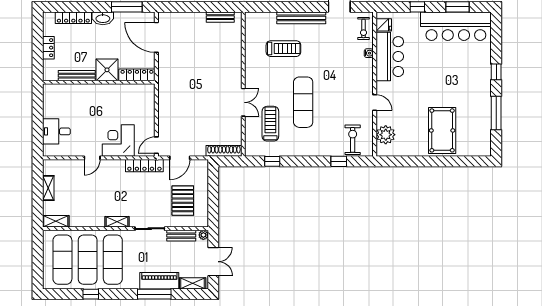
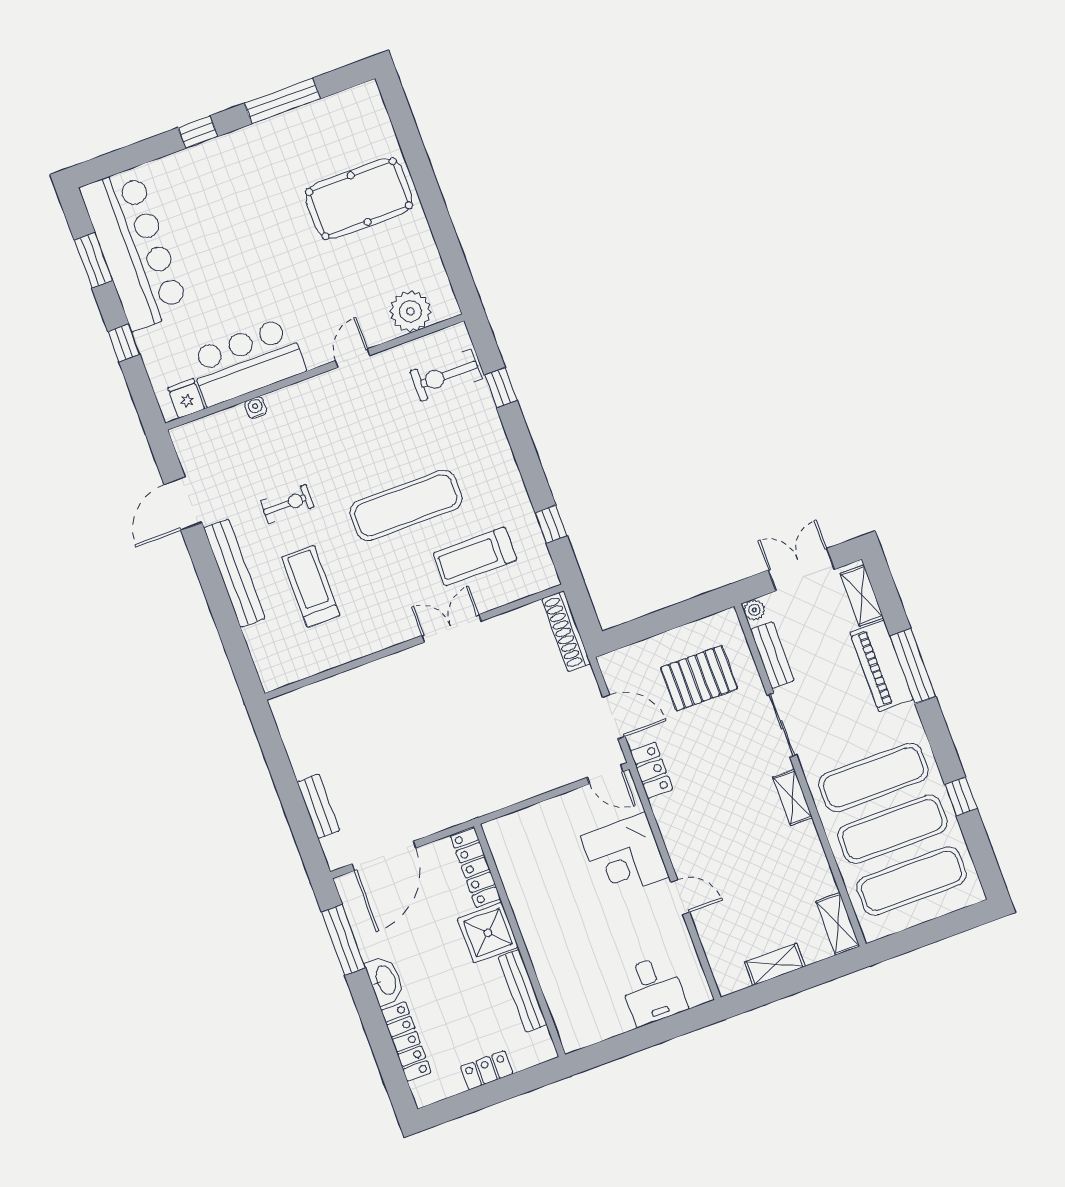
bench: (220, 17) -> (318, 806), moved
exercise bike: (363, 28) -> (287, 504), moved
locker: (144, 166) -> (651, 770), width x0.66

